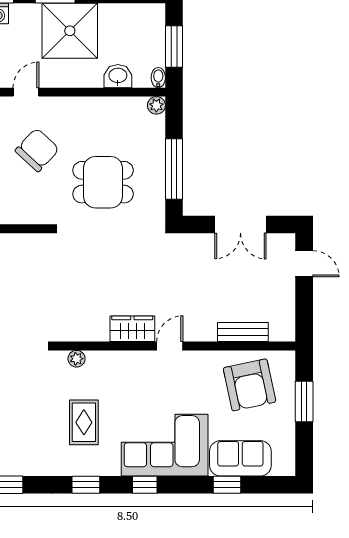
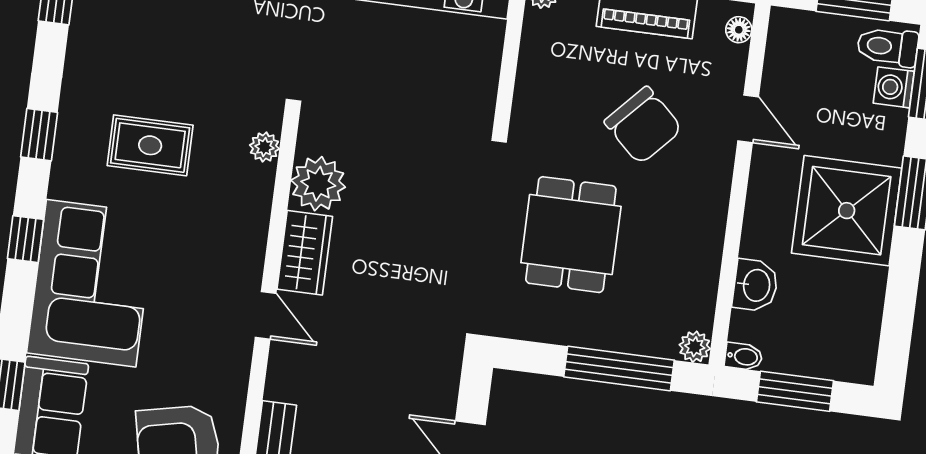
window: (174, 169) -> (619, 368), moved
plant: (93, 326) -> (318, 184), added

